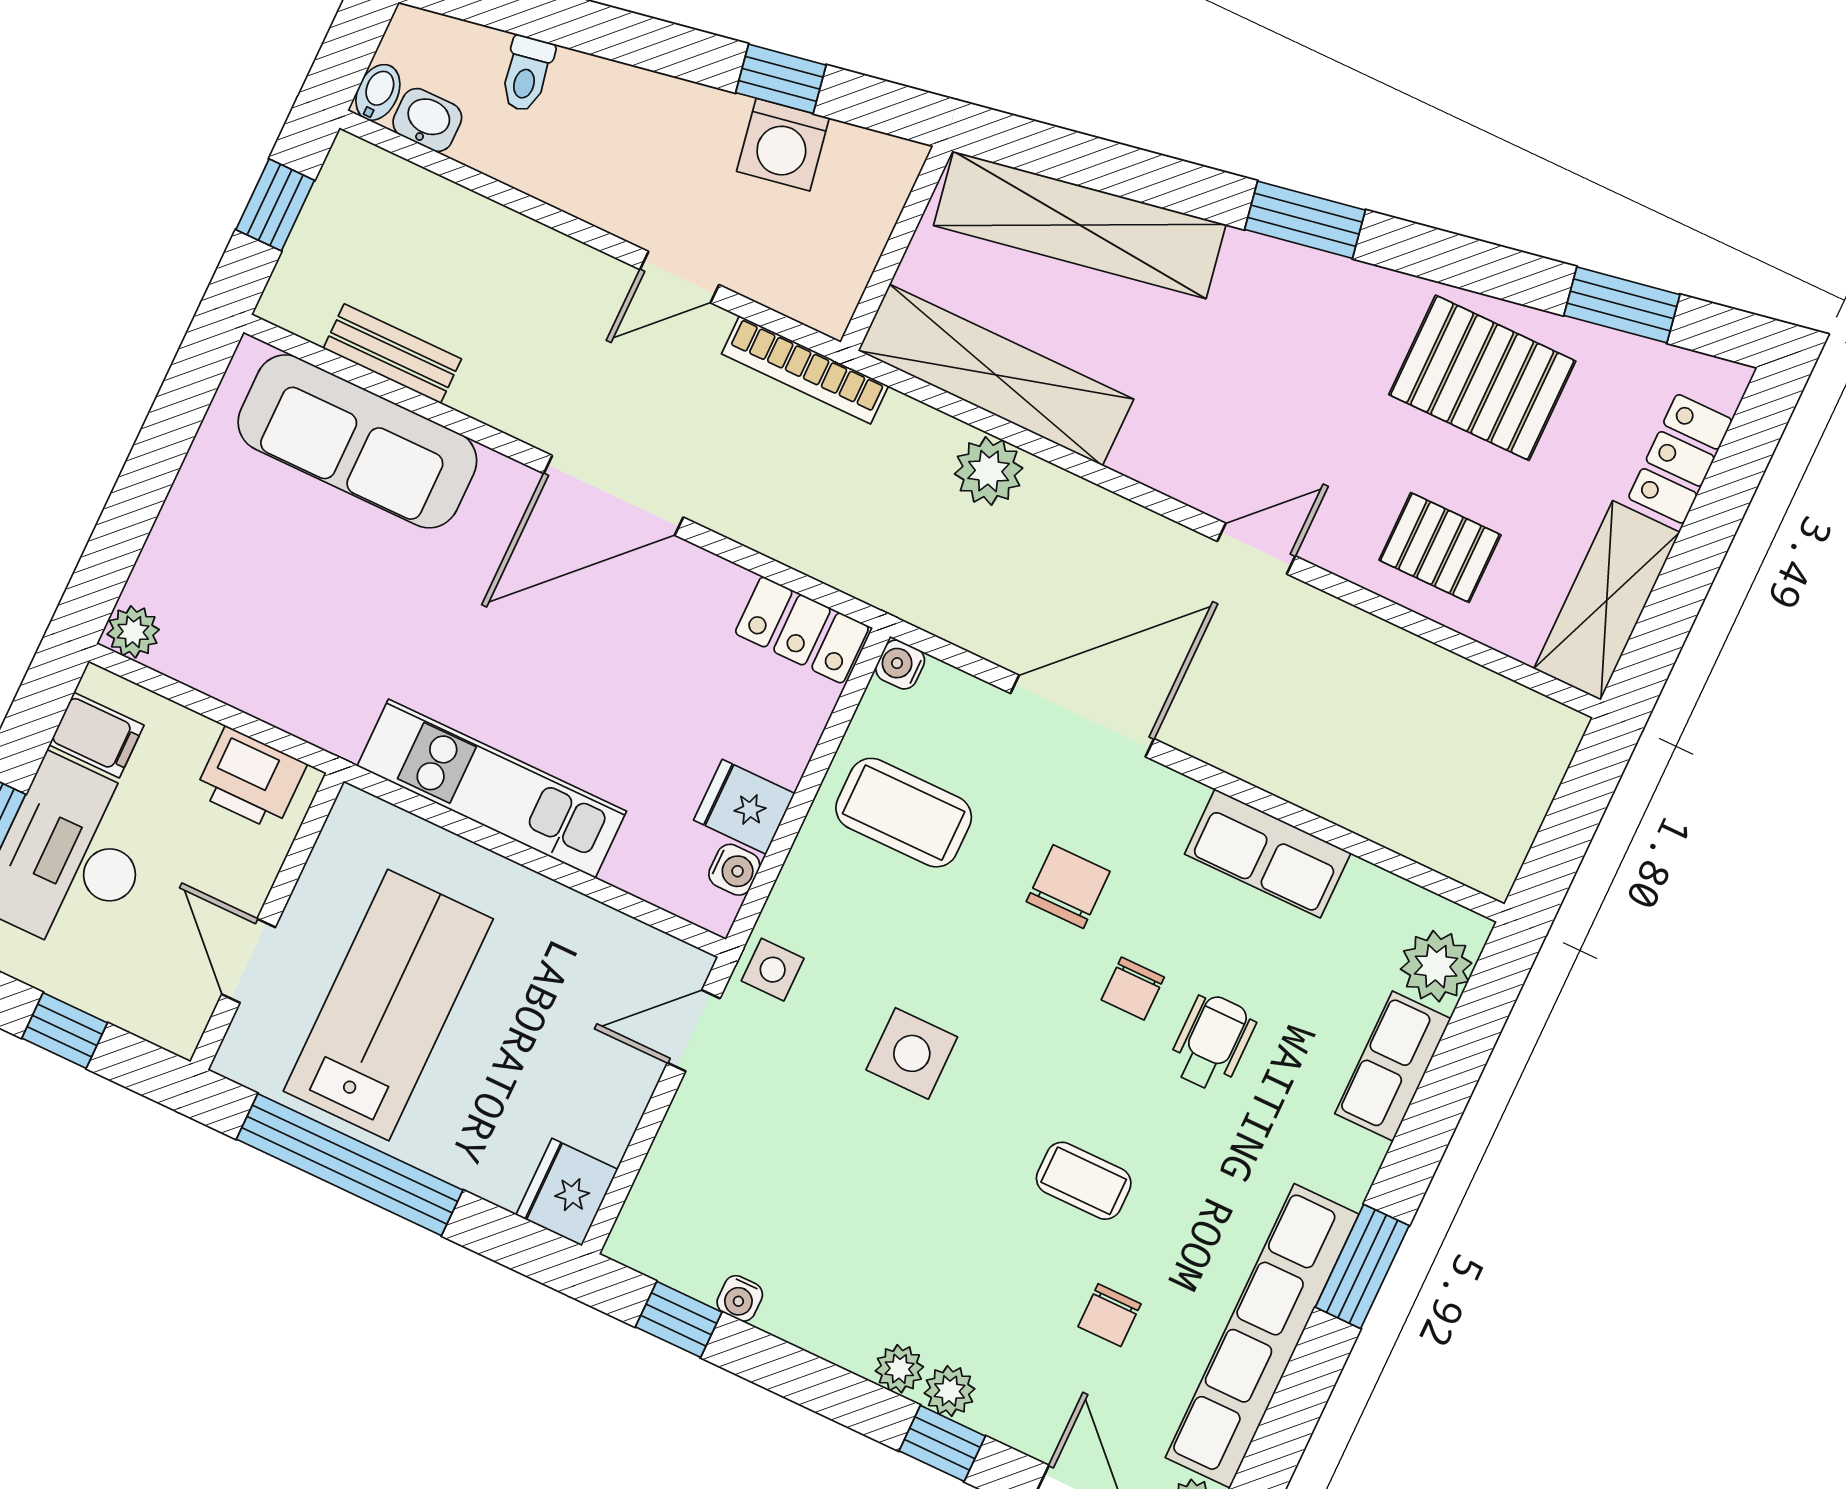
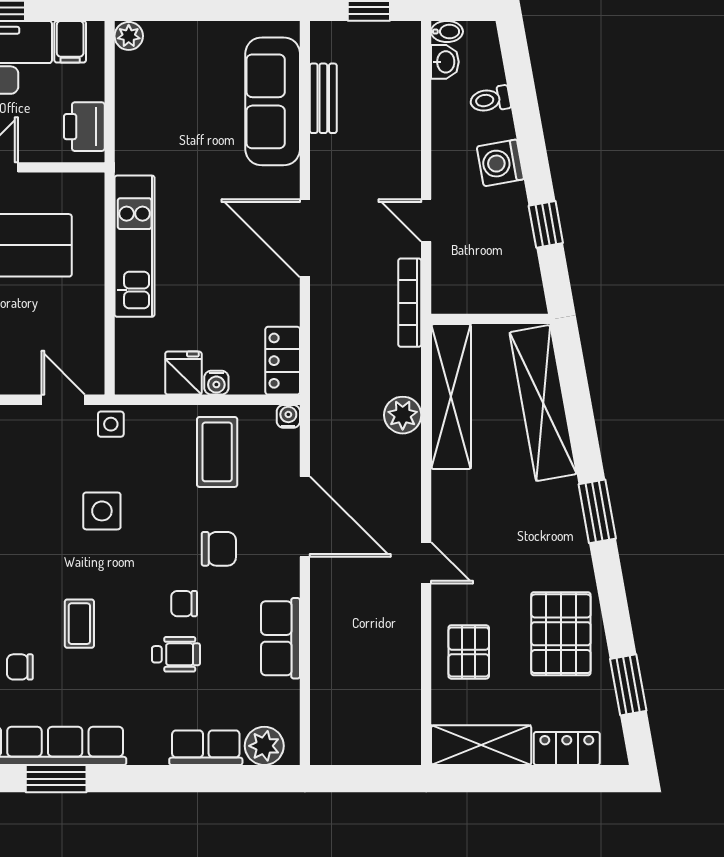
washing machine: (783, 145) -> (500, 163), moved
water cooler: (734, 870) -> (216, 383), moved
window: (1362, 1266) -> (56, 779), moved

